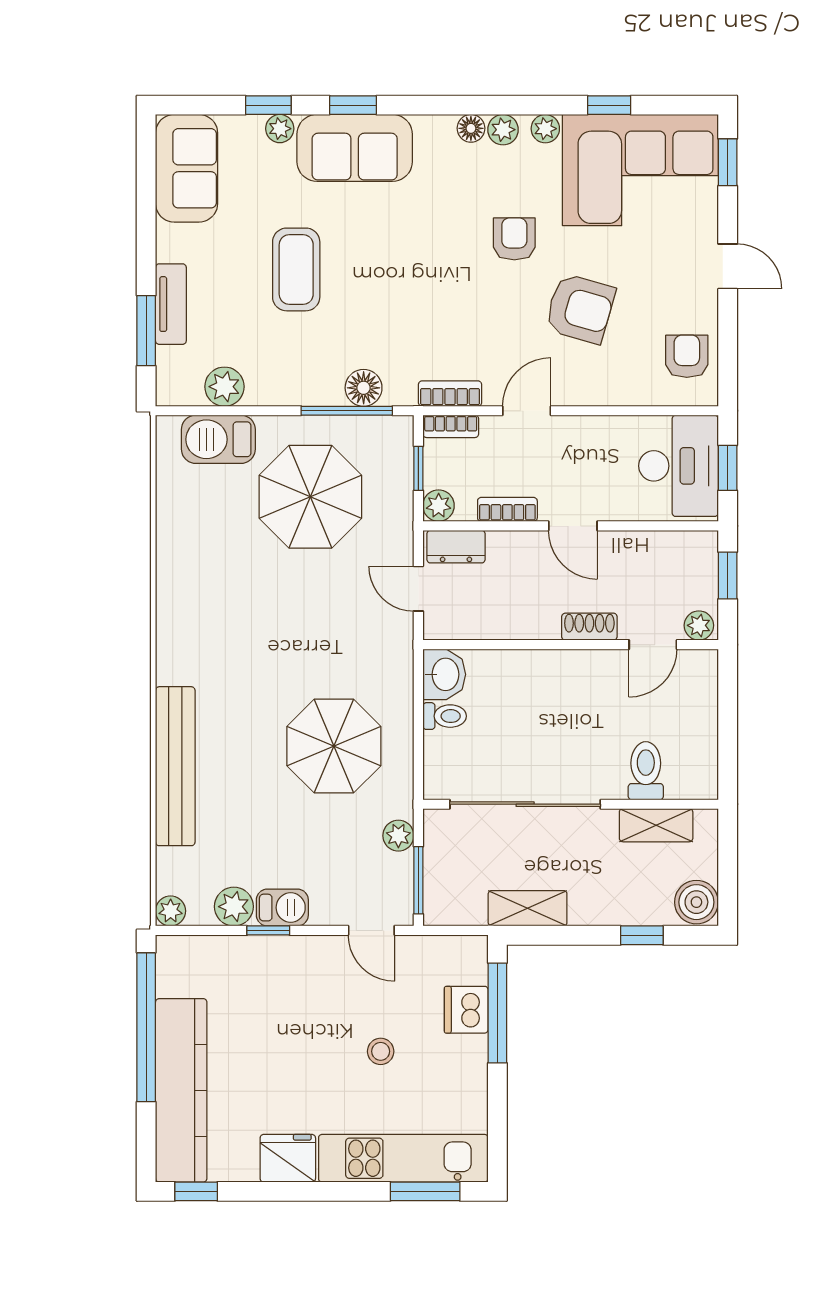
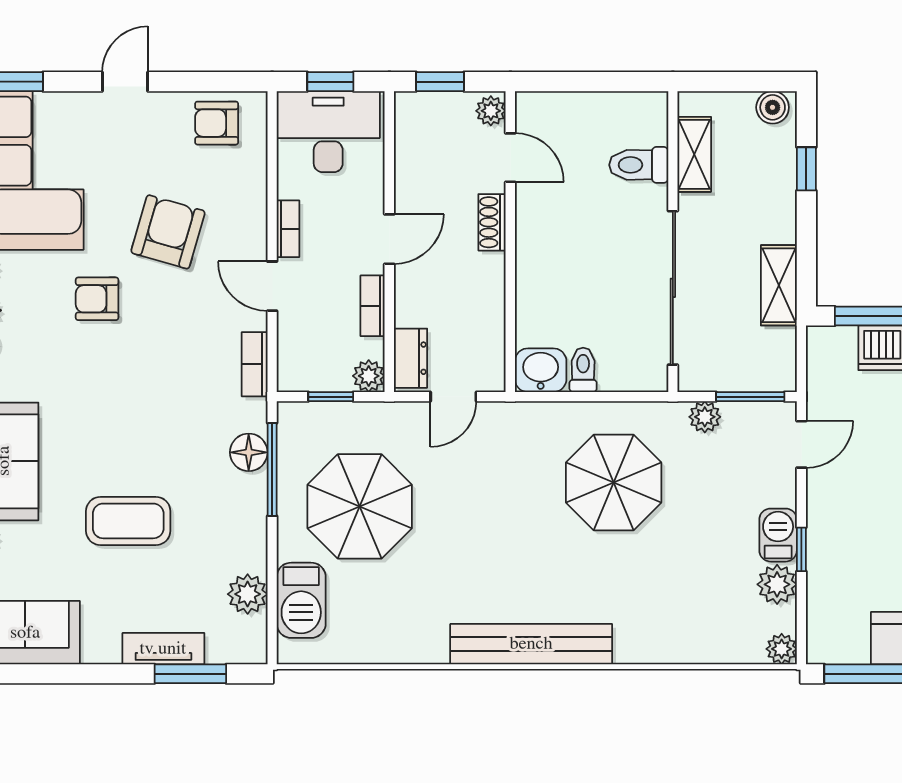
bookcase: (451, 426) -> (288, 229), moved
bench: (175, 766) -> (531, 644), moved
boiler: (696, 902) -> (773, 107), width x0.73, depth x0.73

